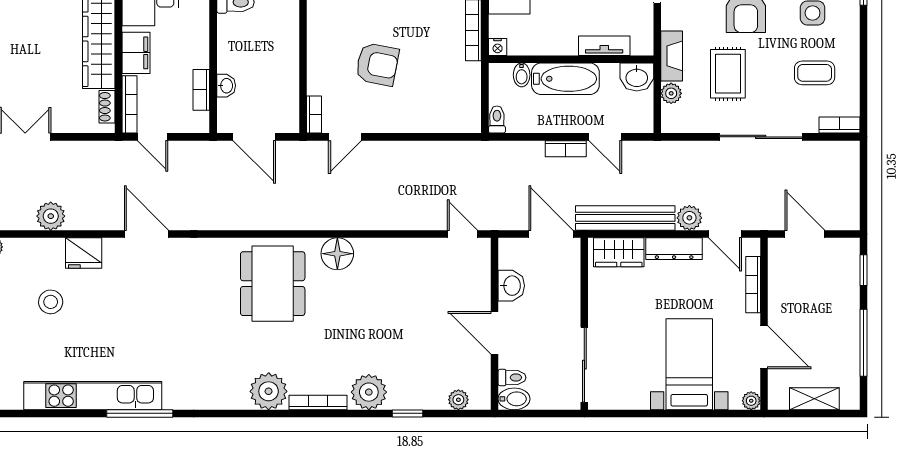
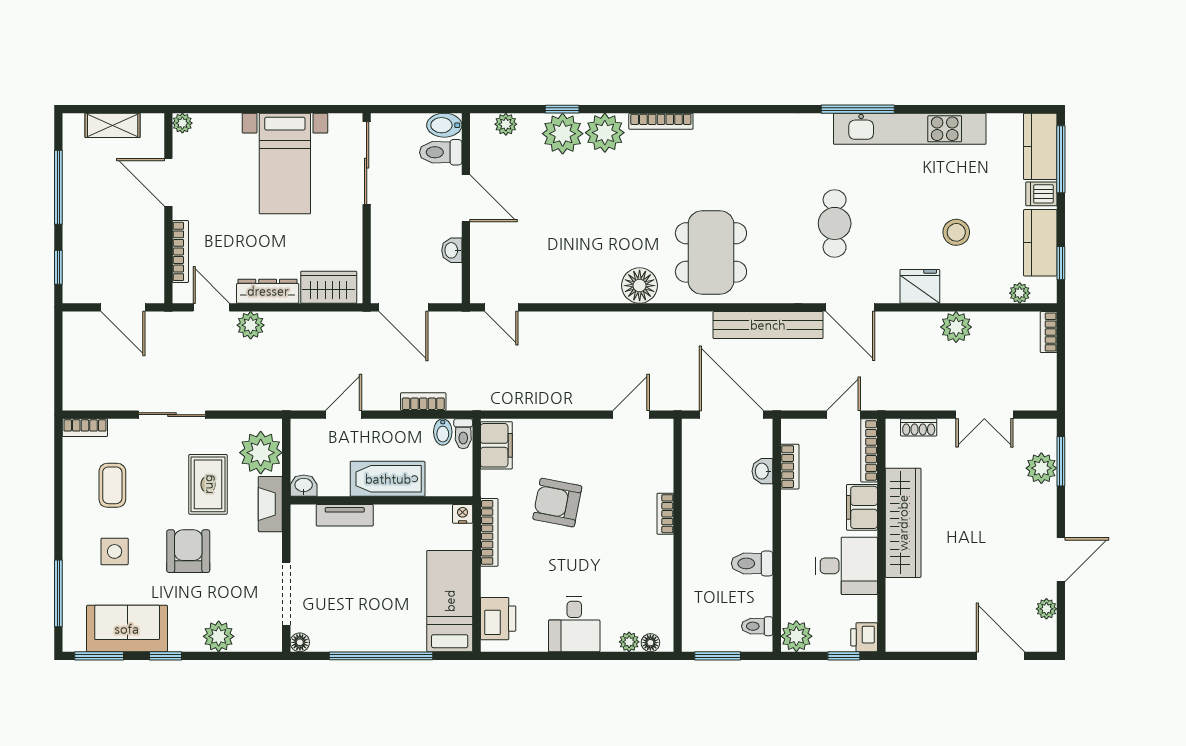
armchair: (377, 64) -> (557, 503), moved
coffee table: (815, 73) -> (112, 485), turned 90
bidet: (522, 75) -> (443, 432), moved, turned 180
washbasin: (637, 77) -> (304, 486), width x0.72, depth x0.69
plant: (671, 93) -> (261, 453), width x1.88, depth x1.88
shoe rack: (107, 107) -> (919, 427), moved, turned 90
filing cabinet: (467, 109) -> (496, 445), added
bookcase: (314, 115) -> (665, 514), moved
door: (153, 137) -> (844, 415), hinge flipped
door: (254, 137) -> (731, 415), width x1.36
door: (605, 137) -> (344, 415), hinge flipped
sliding door: (761, 137) -> (172, 415), width x0.73
bookcase: (566, 149) -> (423, 402), moved
bench: (625, 218) -> (768, 325), moved
washbasin: (511, 286) -> (452, 250), width x0.72, depth x0.69
cafe table: (161, 310) -> (835, 223), added
bed with nightstands: (689, 364) -> (285, 163), moved
toilet: (512, 378) -> (441, 152), width x1.37, depth x1.39
plant: (269, 391) -> (563, 134), moved

